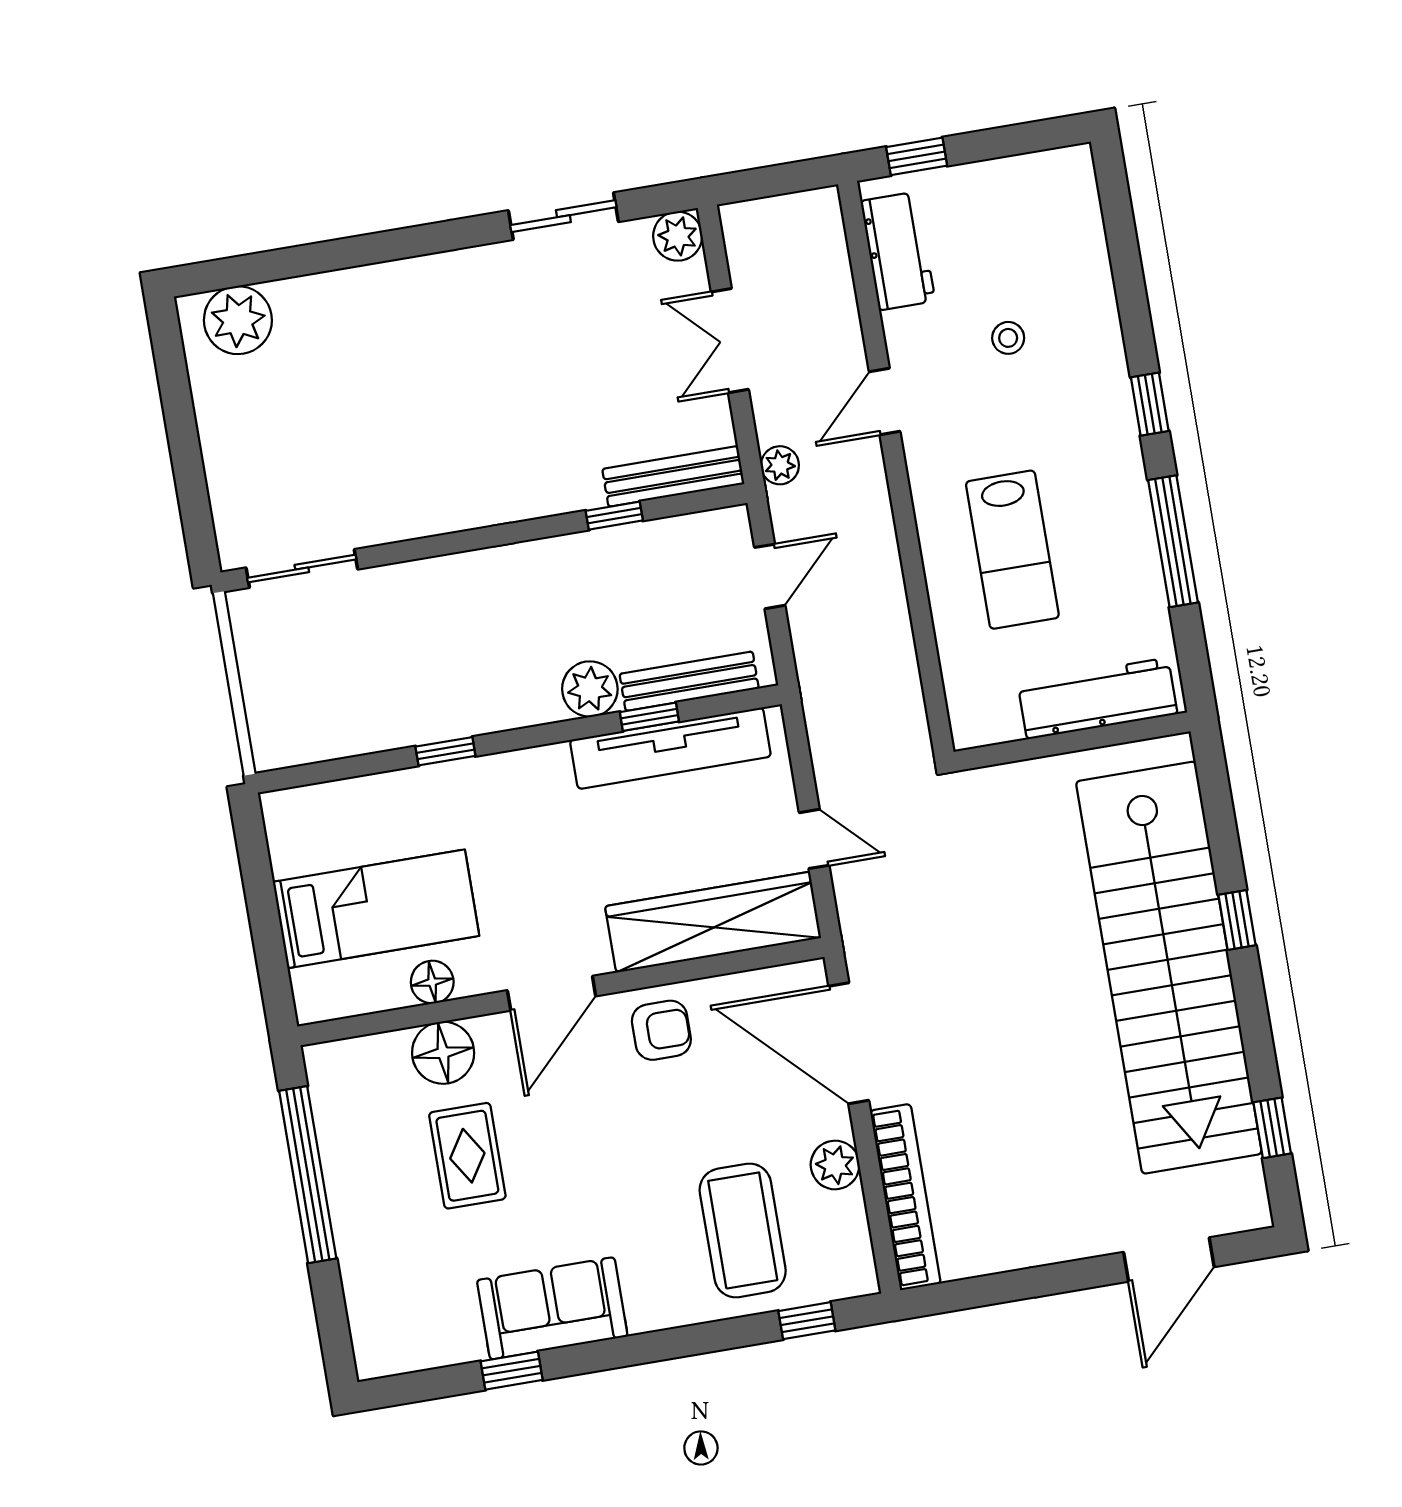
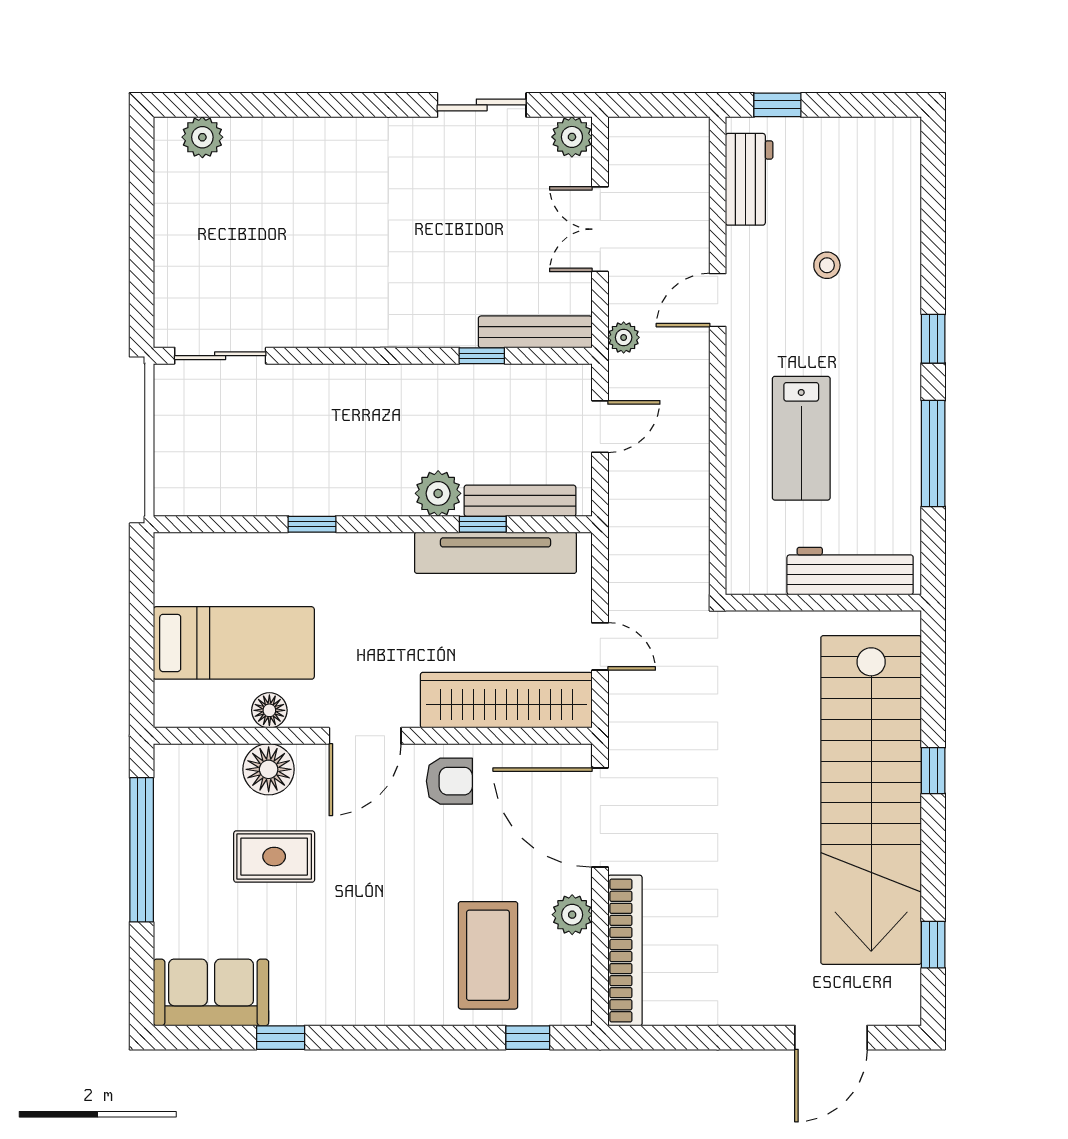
plant: (238, 320) -> (202, 137), width x0.73, depth x0.73
rug: (467, 1156) -> (274, 857), turned 90
sofa: (552, 1308) -> (211, 992), moved

